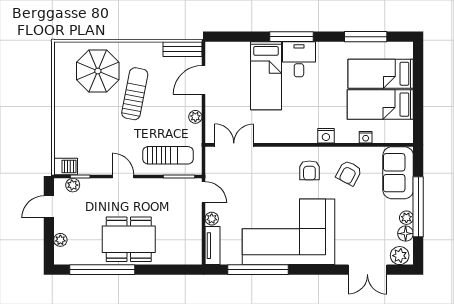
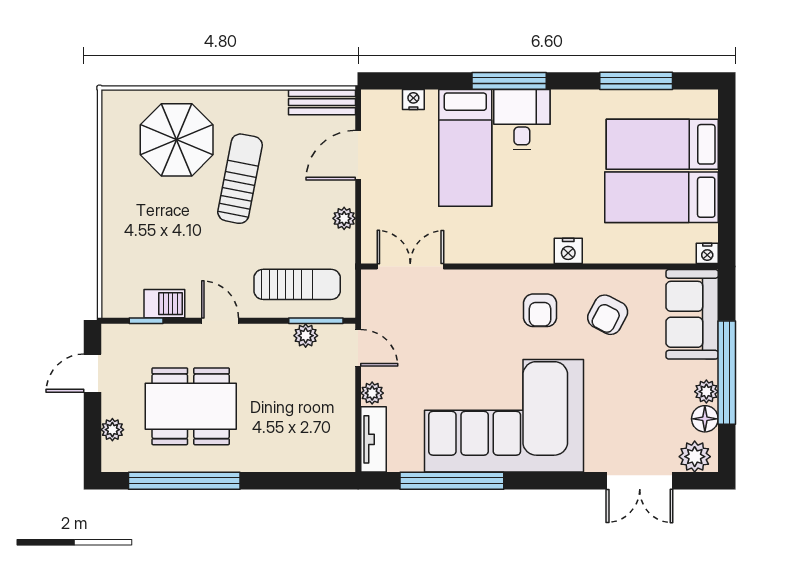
nightstand: (236, 48) -> (413, 100), added
nightstand: (366, 137) -> (707, 253), moved
barbecue: (66, 167) -> (164, 304), moved
plant: (73, 185) -> (306, 336), moved
dining table: (129, 239) -> (191, 406), moved

